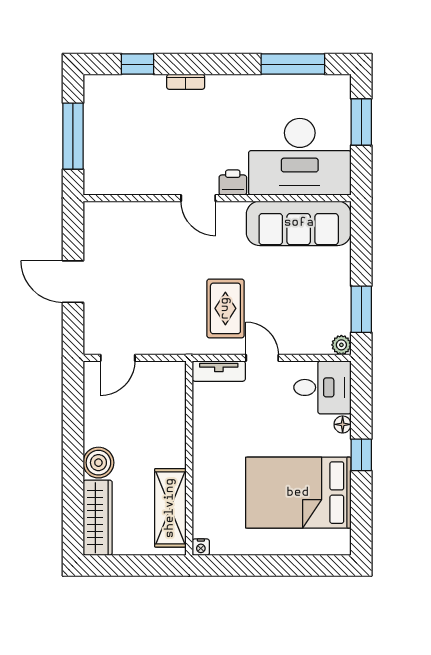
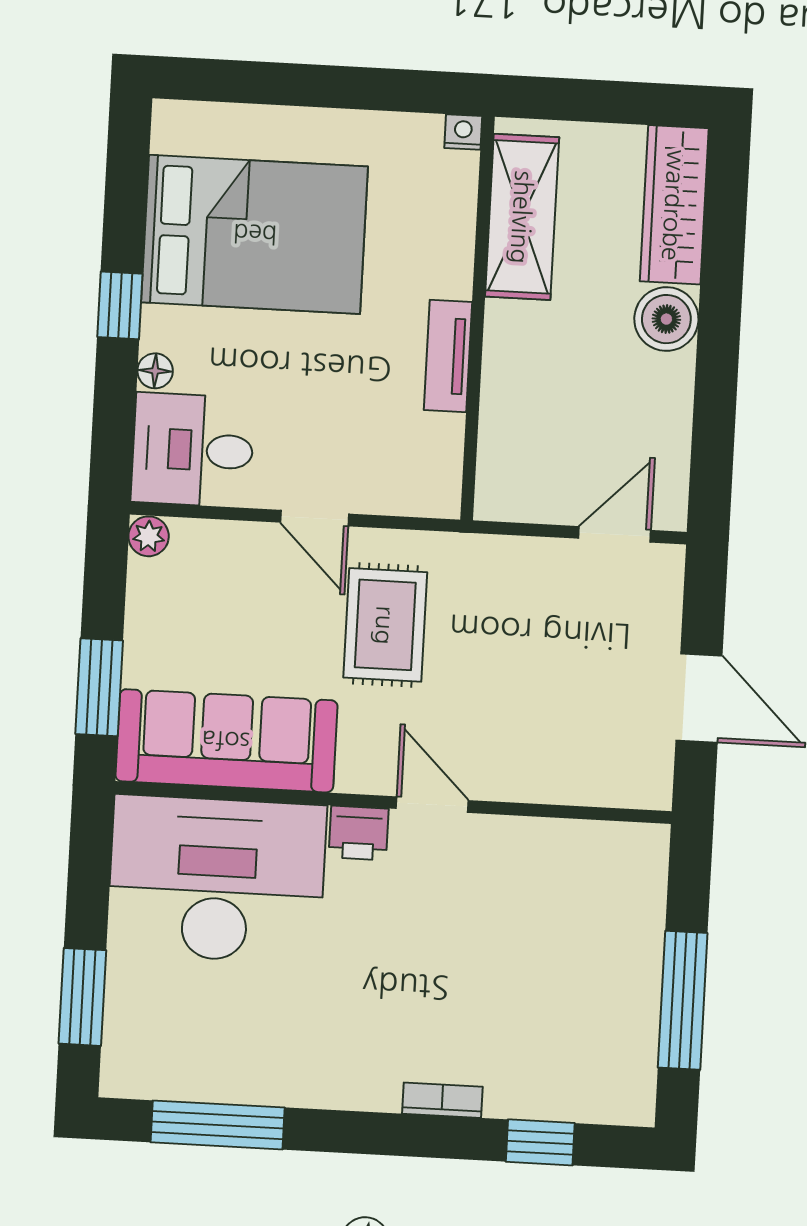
desk: (300, 157) -> (217, 879), moved
printer: (233, 182) -> (359, 833), moved
door: (198, 198) -> (432, 805), moved
wall: (217, 198) -> (393, 802), moved
sofa: (299, 223) -> (226, 741), moved
window: (361, 309) -> (99, 687), moved
tv unit: (219, 371) -> (448, 356), moved, turned -90

